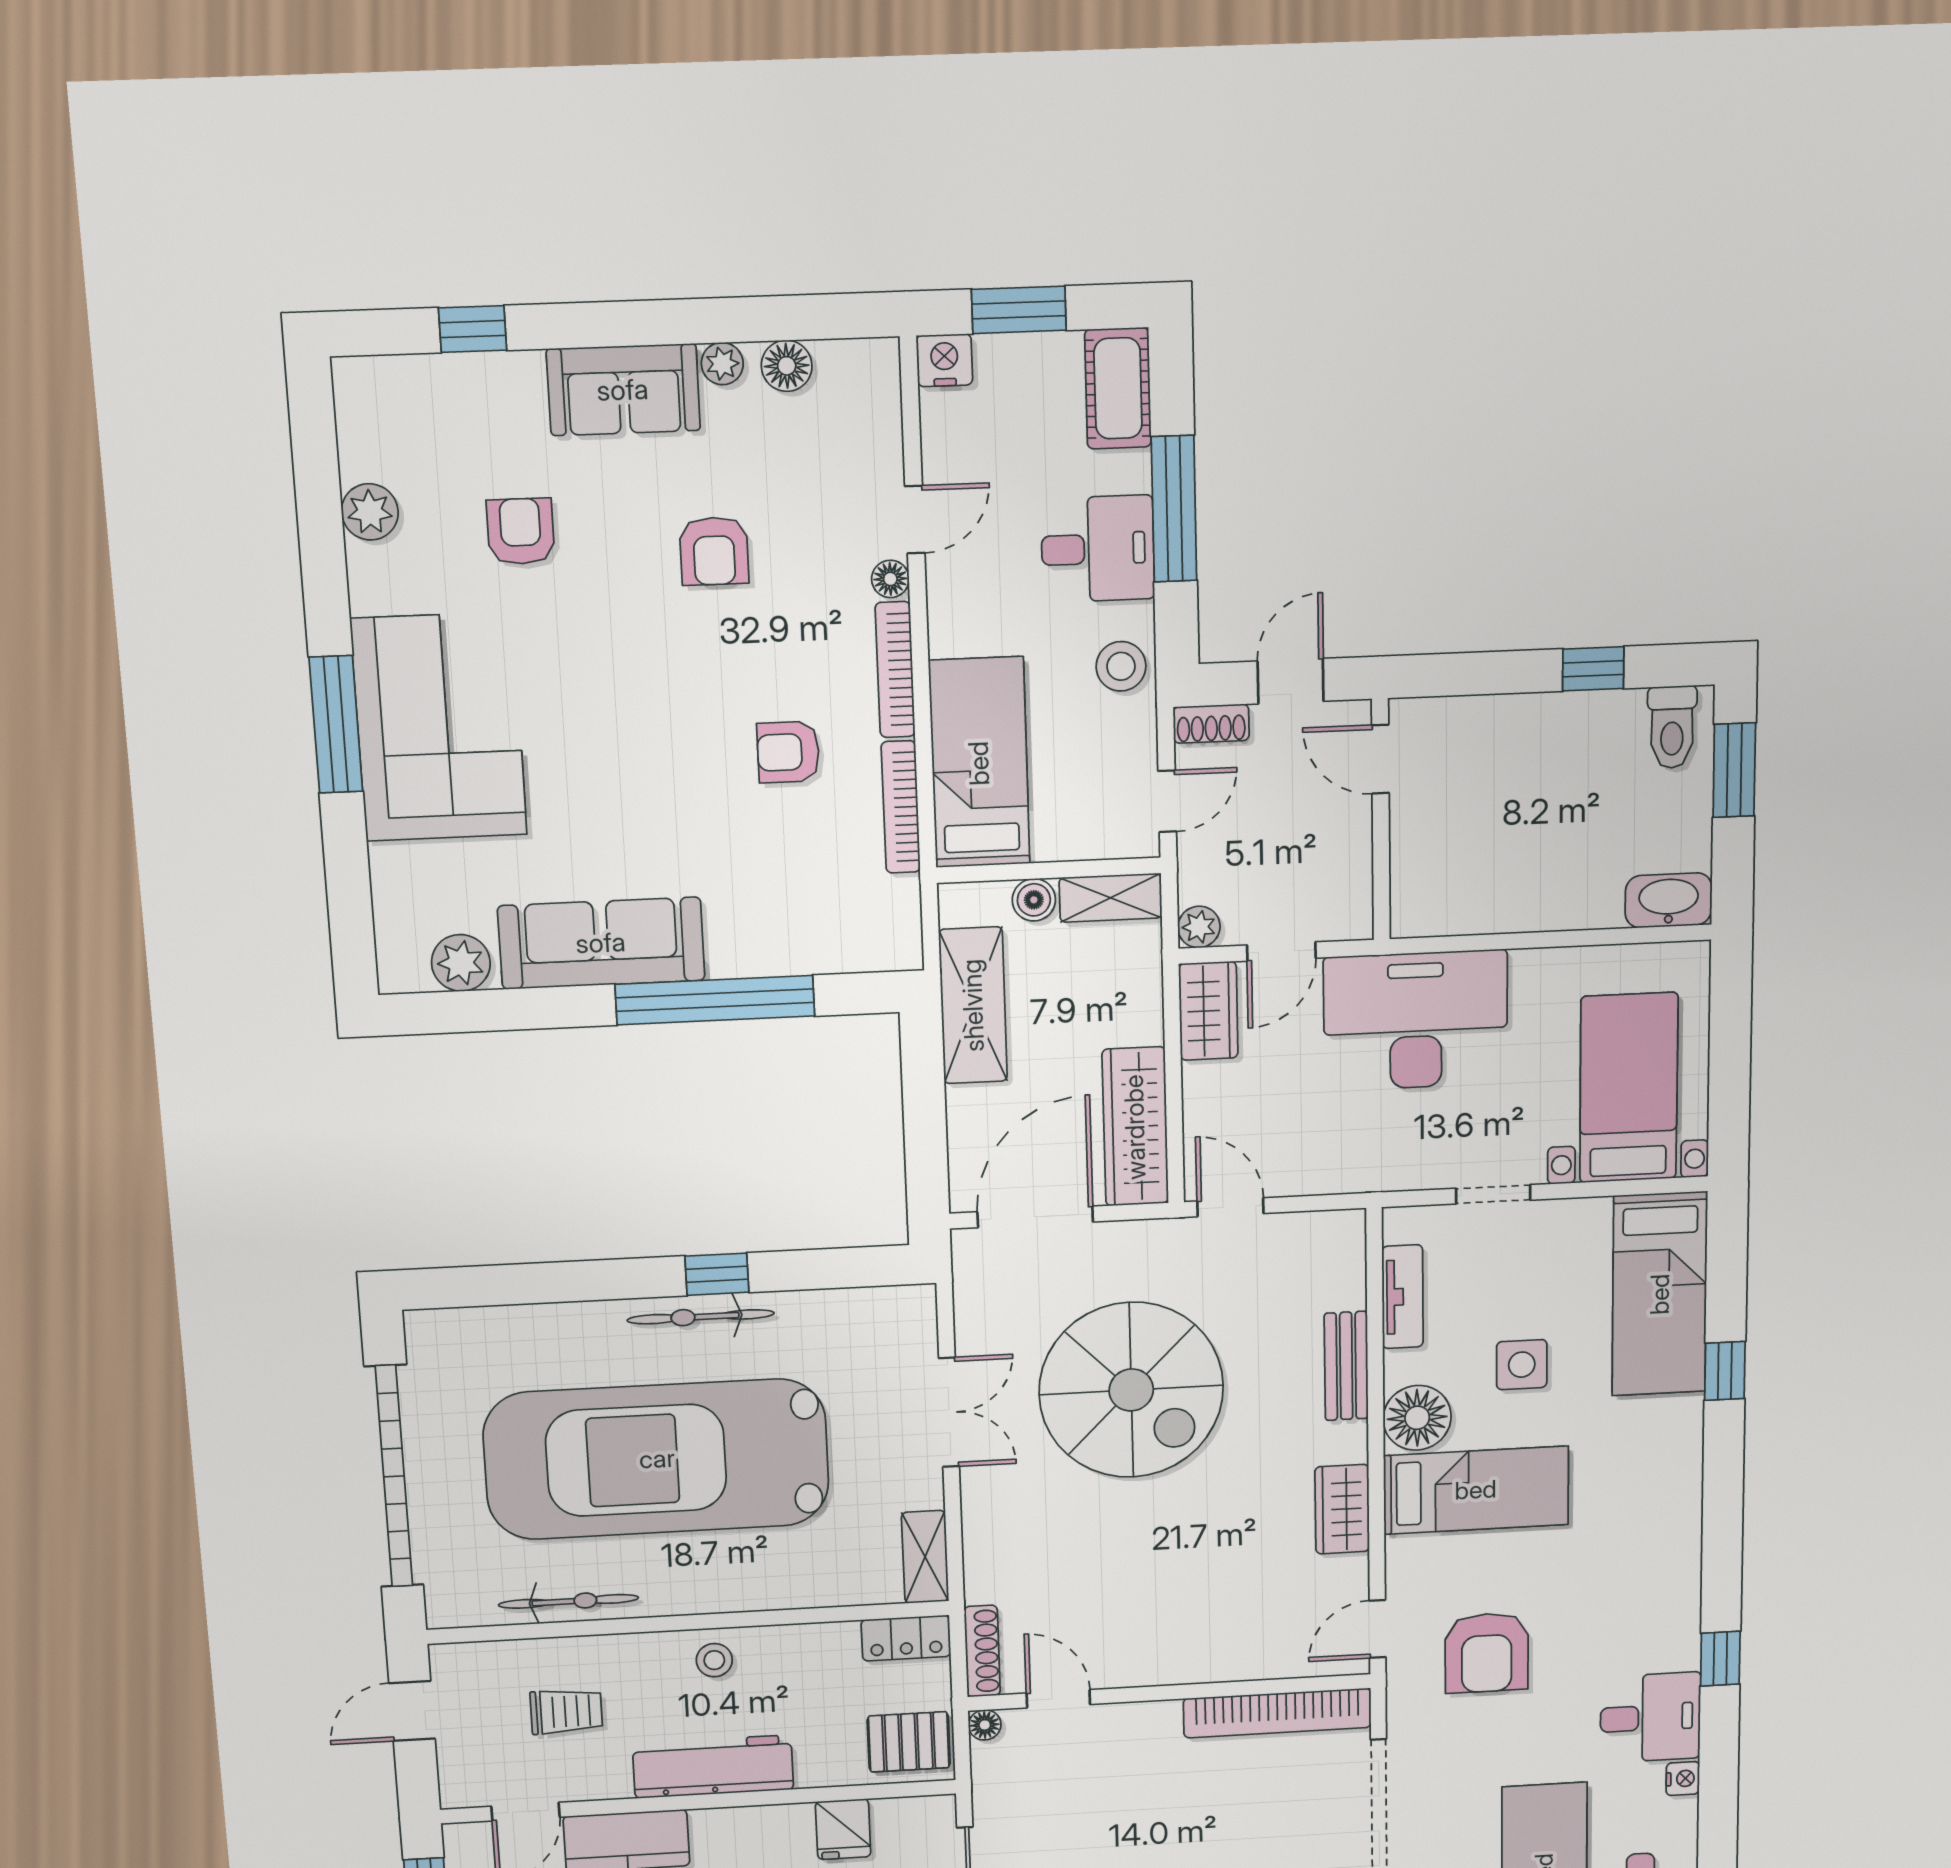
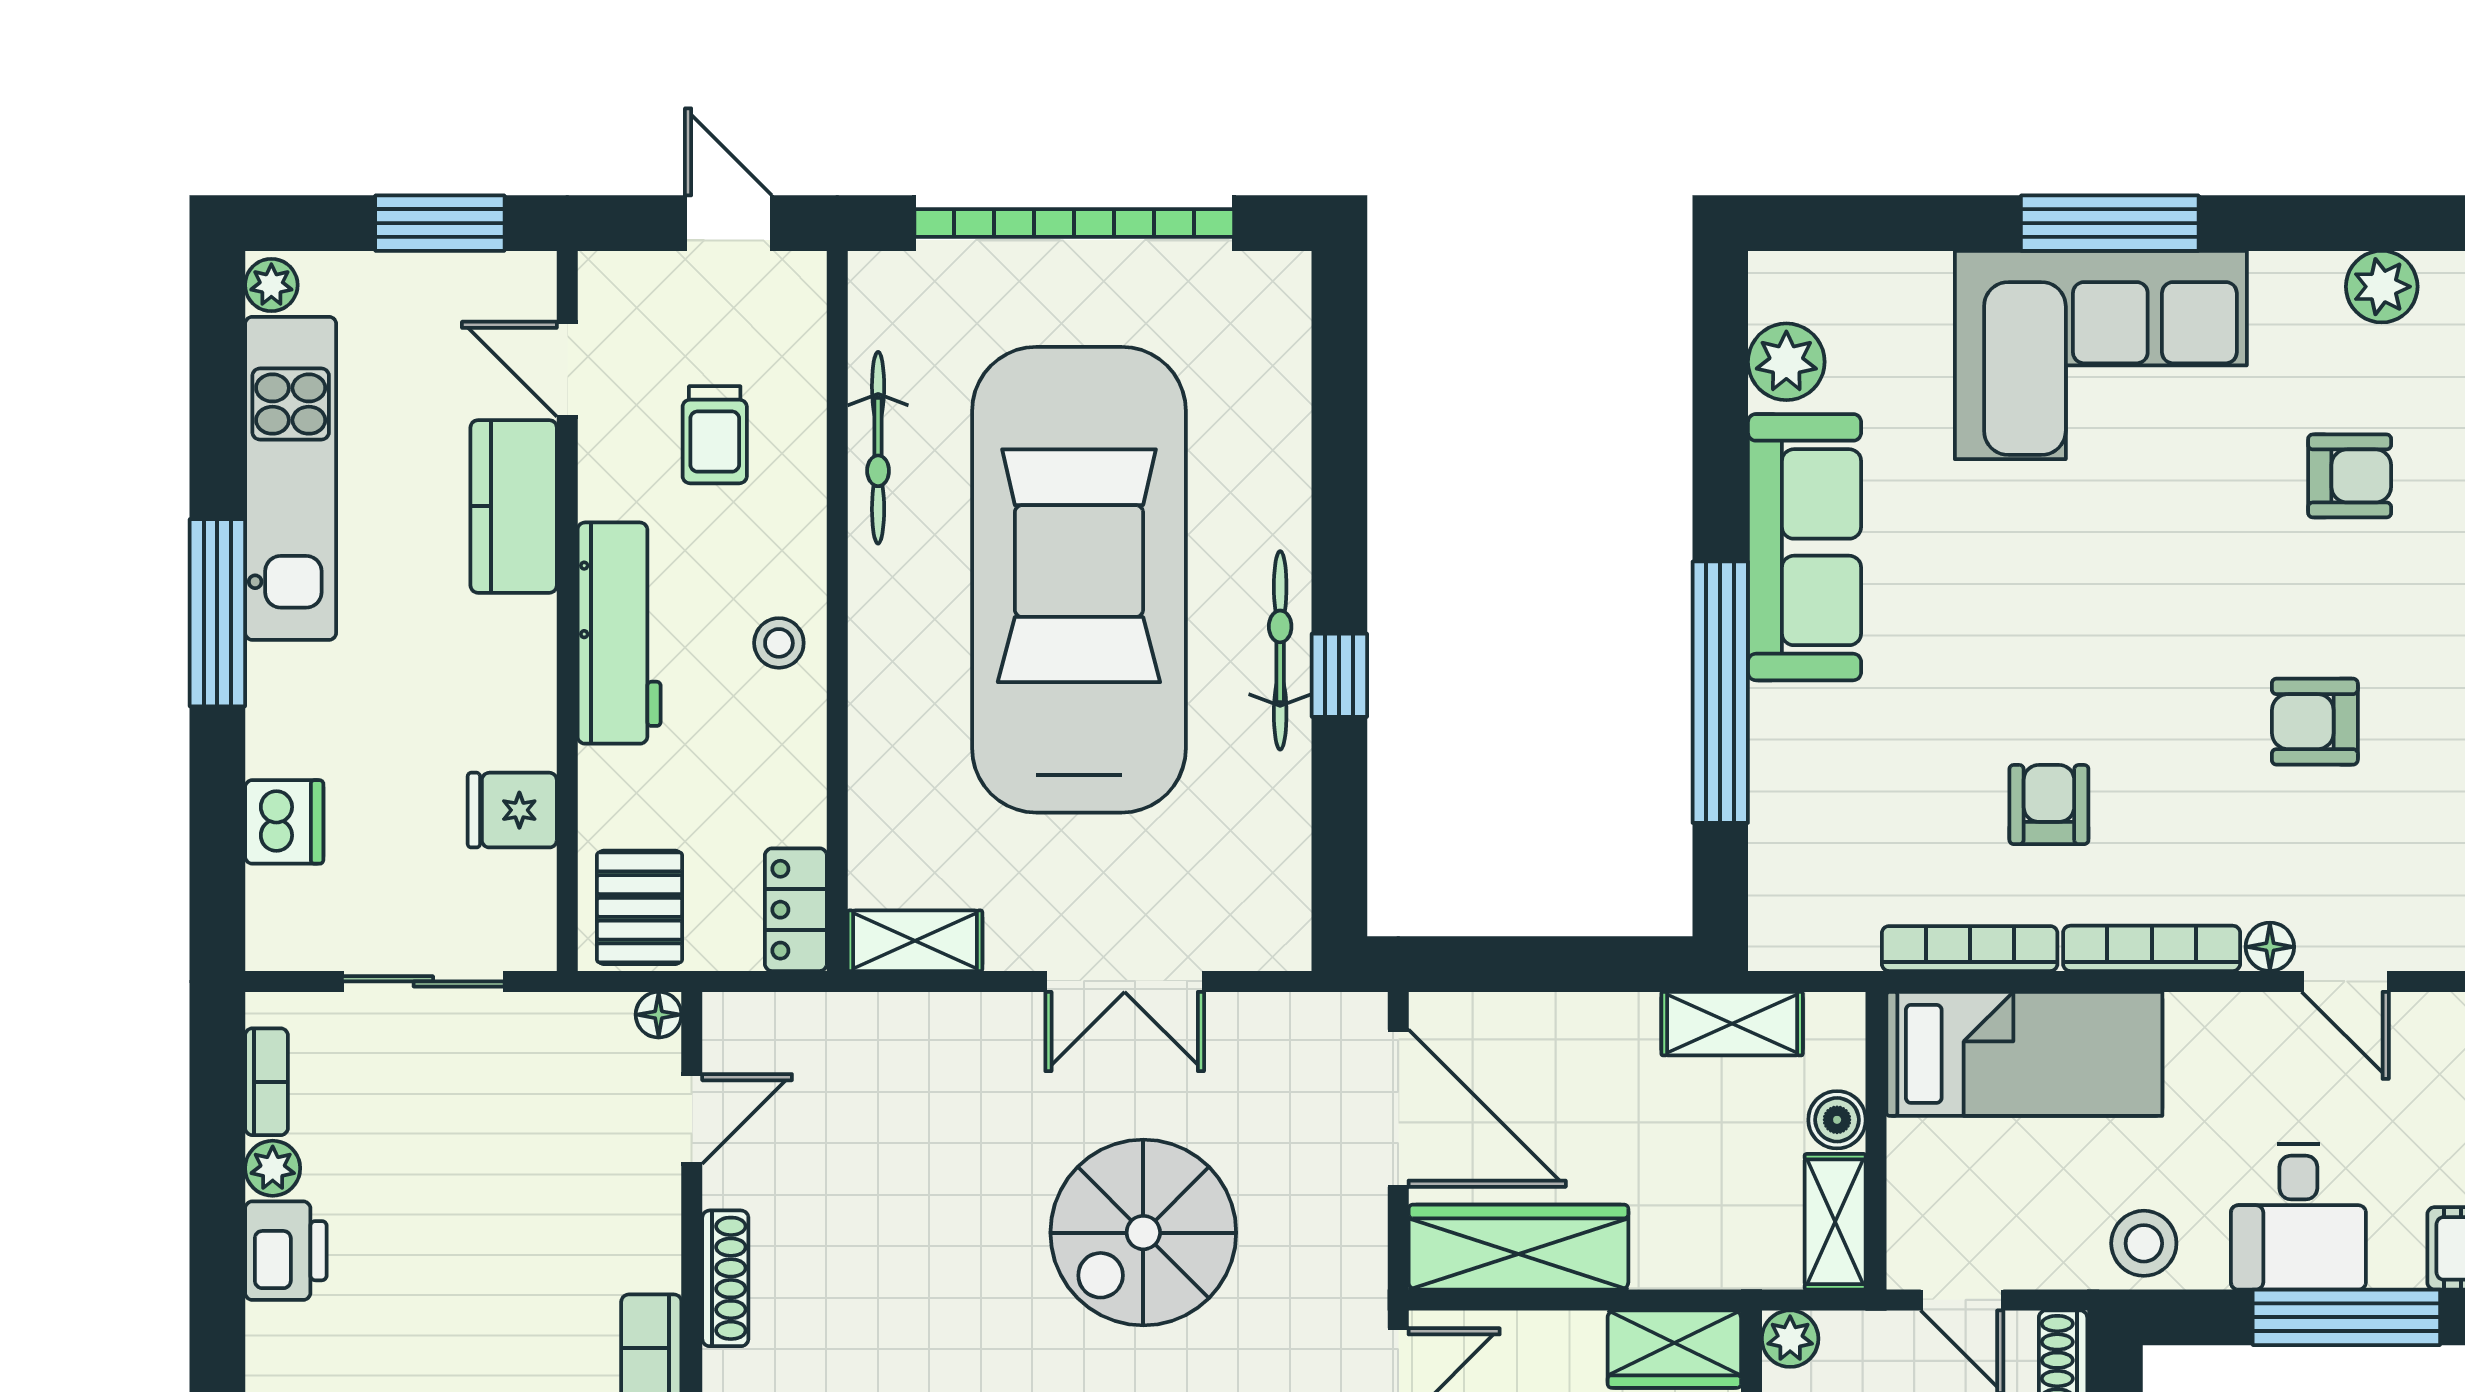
shelving: (973, 1005) -> (1732, 1024), width x0.67, depth x0.75
spiral stairs: (1131, 1390) -> (1143, 1233), width x0.73, depth x0.73
shoe rack: (982, 1651) -> (725, 1278), moved, turned -90

